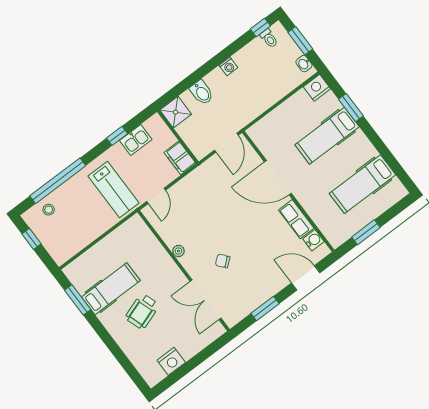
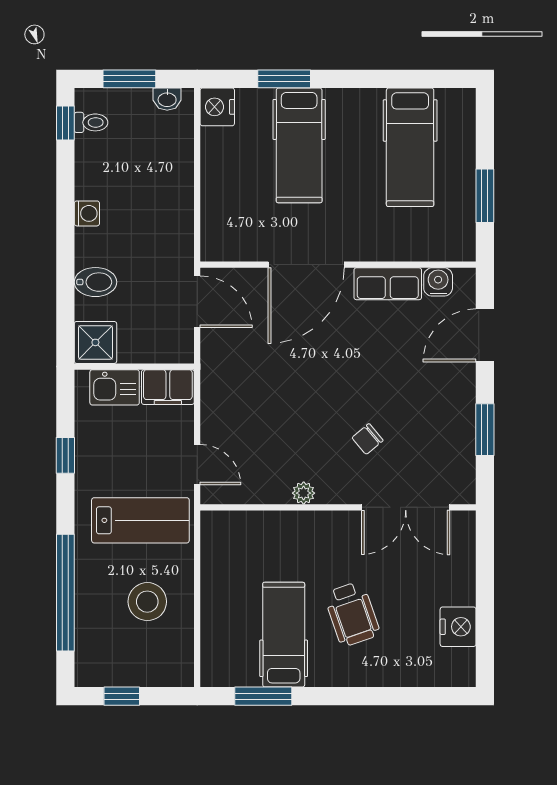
kitchen sink: (136, 140) -> (115, 387), moved, turned 90
stool: (49, 210) -> (147, 602), moved, width x1.89, depth x1.89

